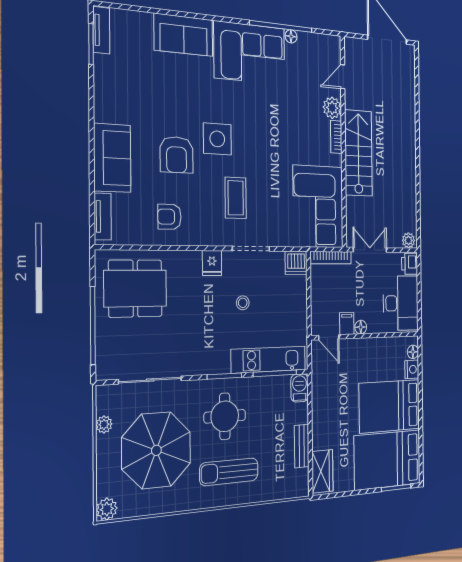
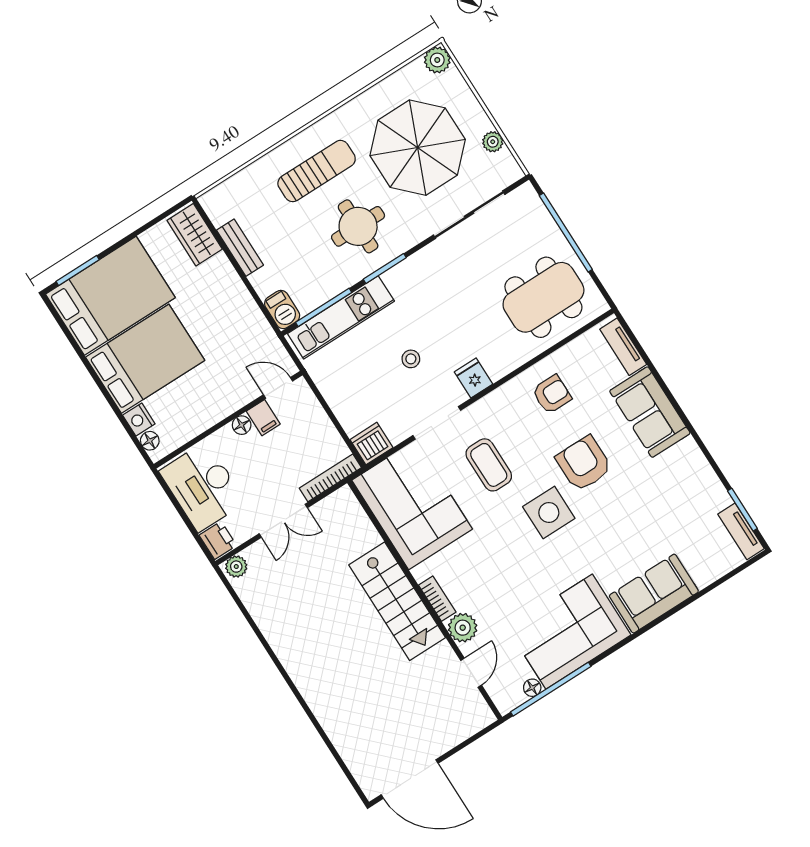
door: (343, 77) -> (471, 673), moved
plant: (332, 108) -> (463, 628), moved
bookcase: (336, 137) -> (437, 599), moved
wall: (343, 142) -> (425, 600), moved
stairs: (358, 153) -> (397, 601), moved
corner sofa: (318, 207) -> (412, 505), moved

